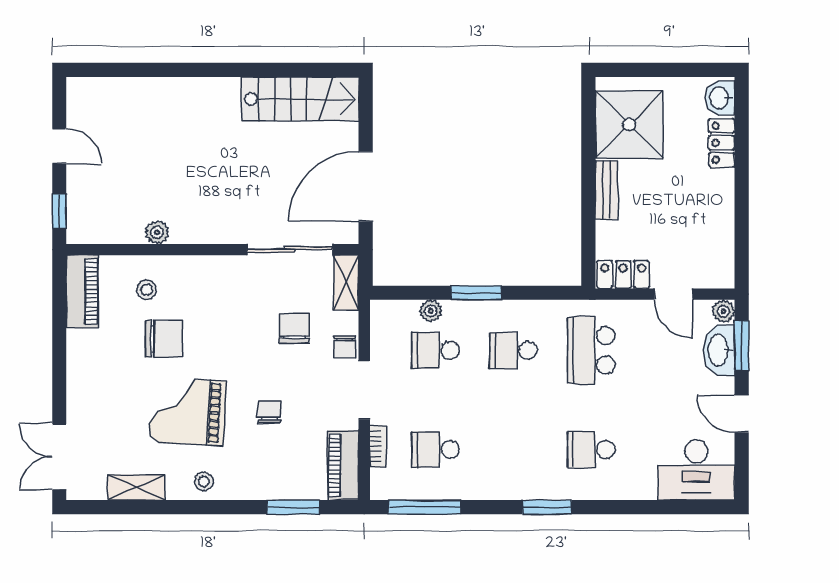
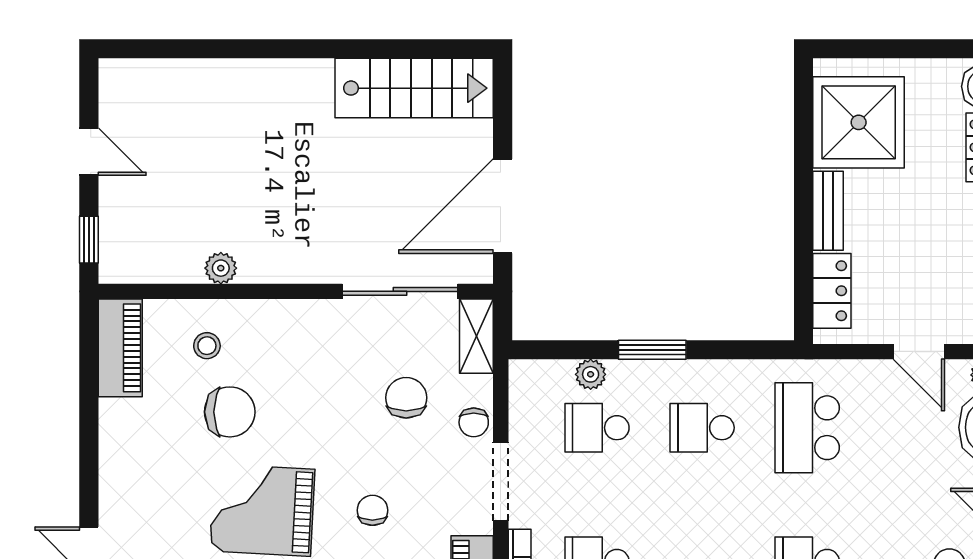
locker: (623, 275) -> (832, 291), moved, turned 90

